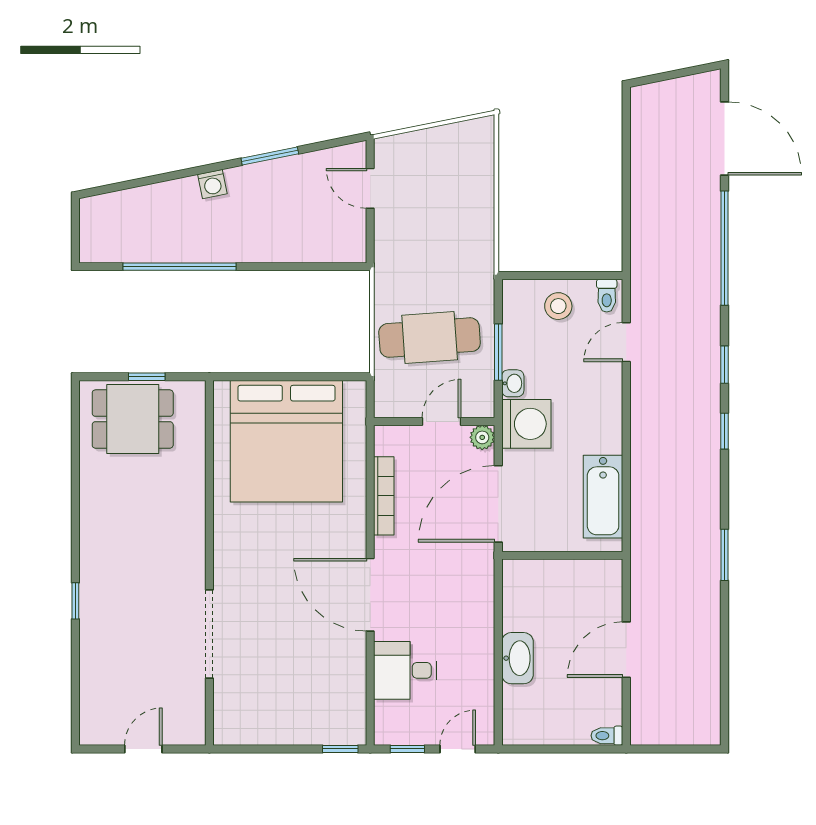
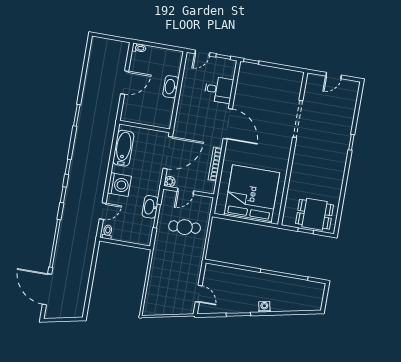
stool: (558, 306) -> (128, 231), removed
cafe table: (430, 338) -> (185, 227), width x0.73, depth x0.74
washbasin: (513, 383) -> (150, 207), width x1.91, depth x1.45
washing machine: (526, 424) -> (119, 185), moved, turned 180

